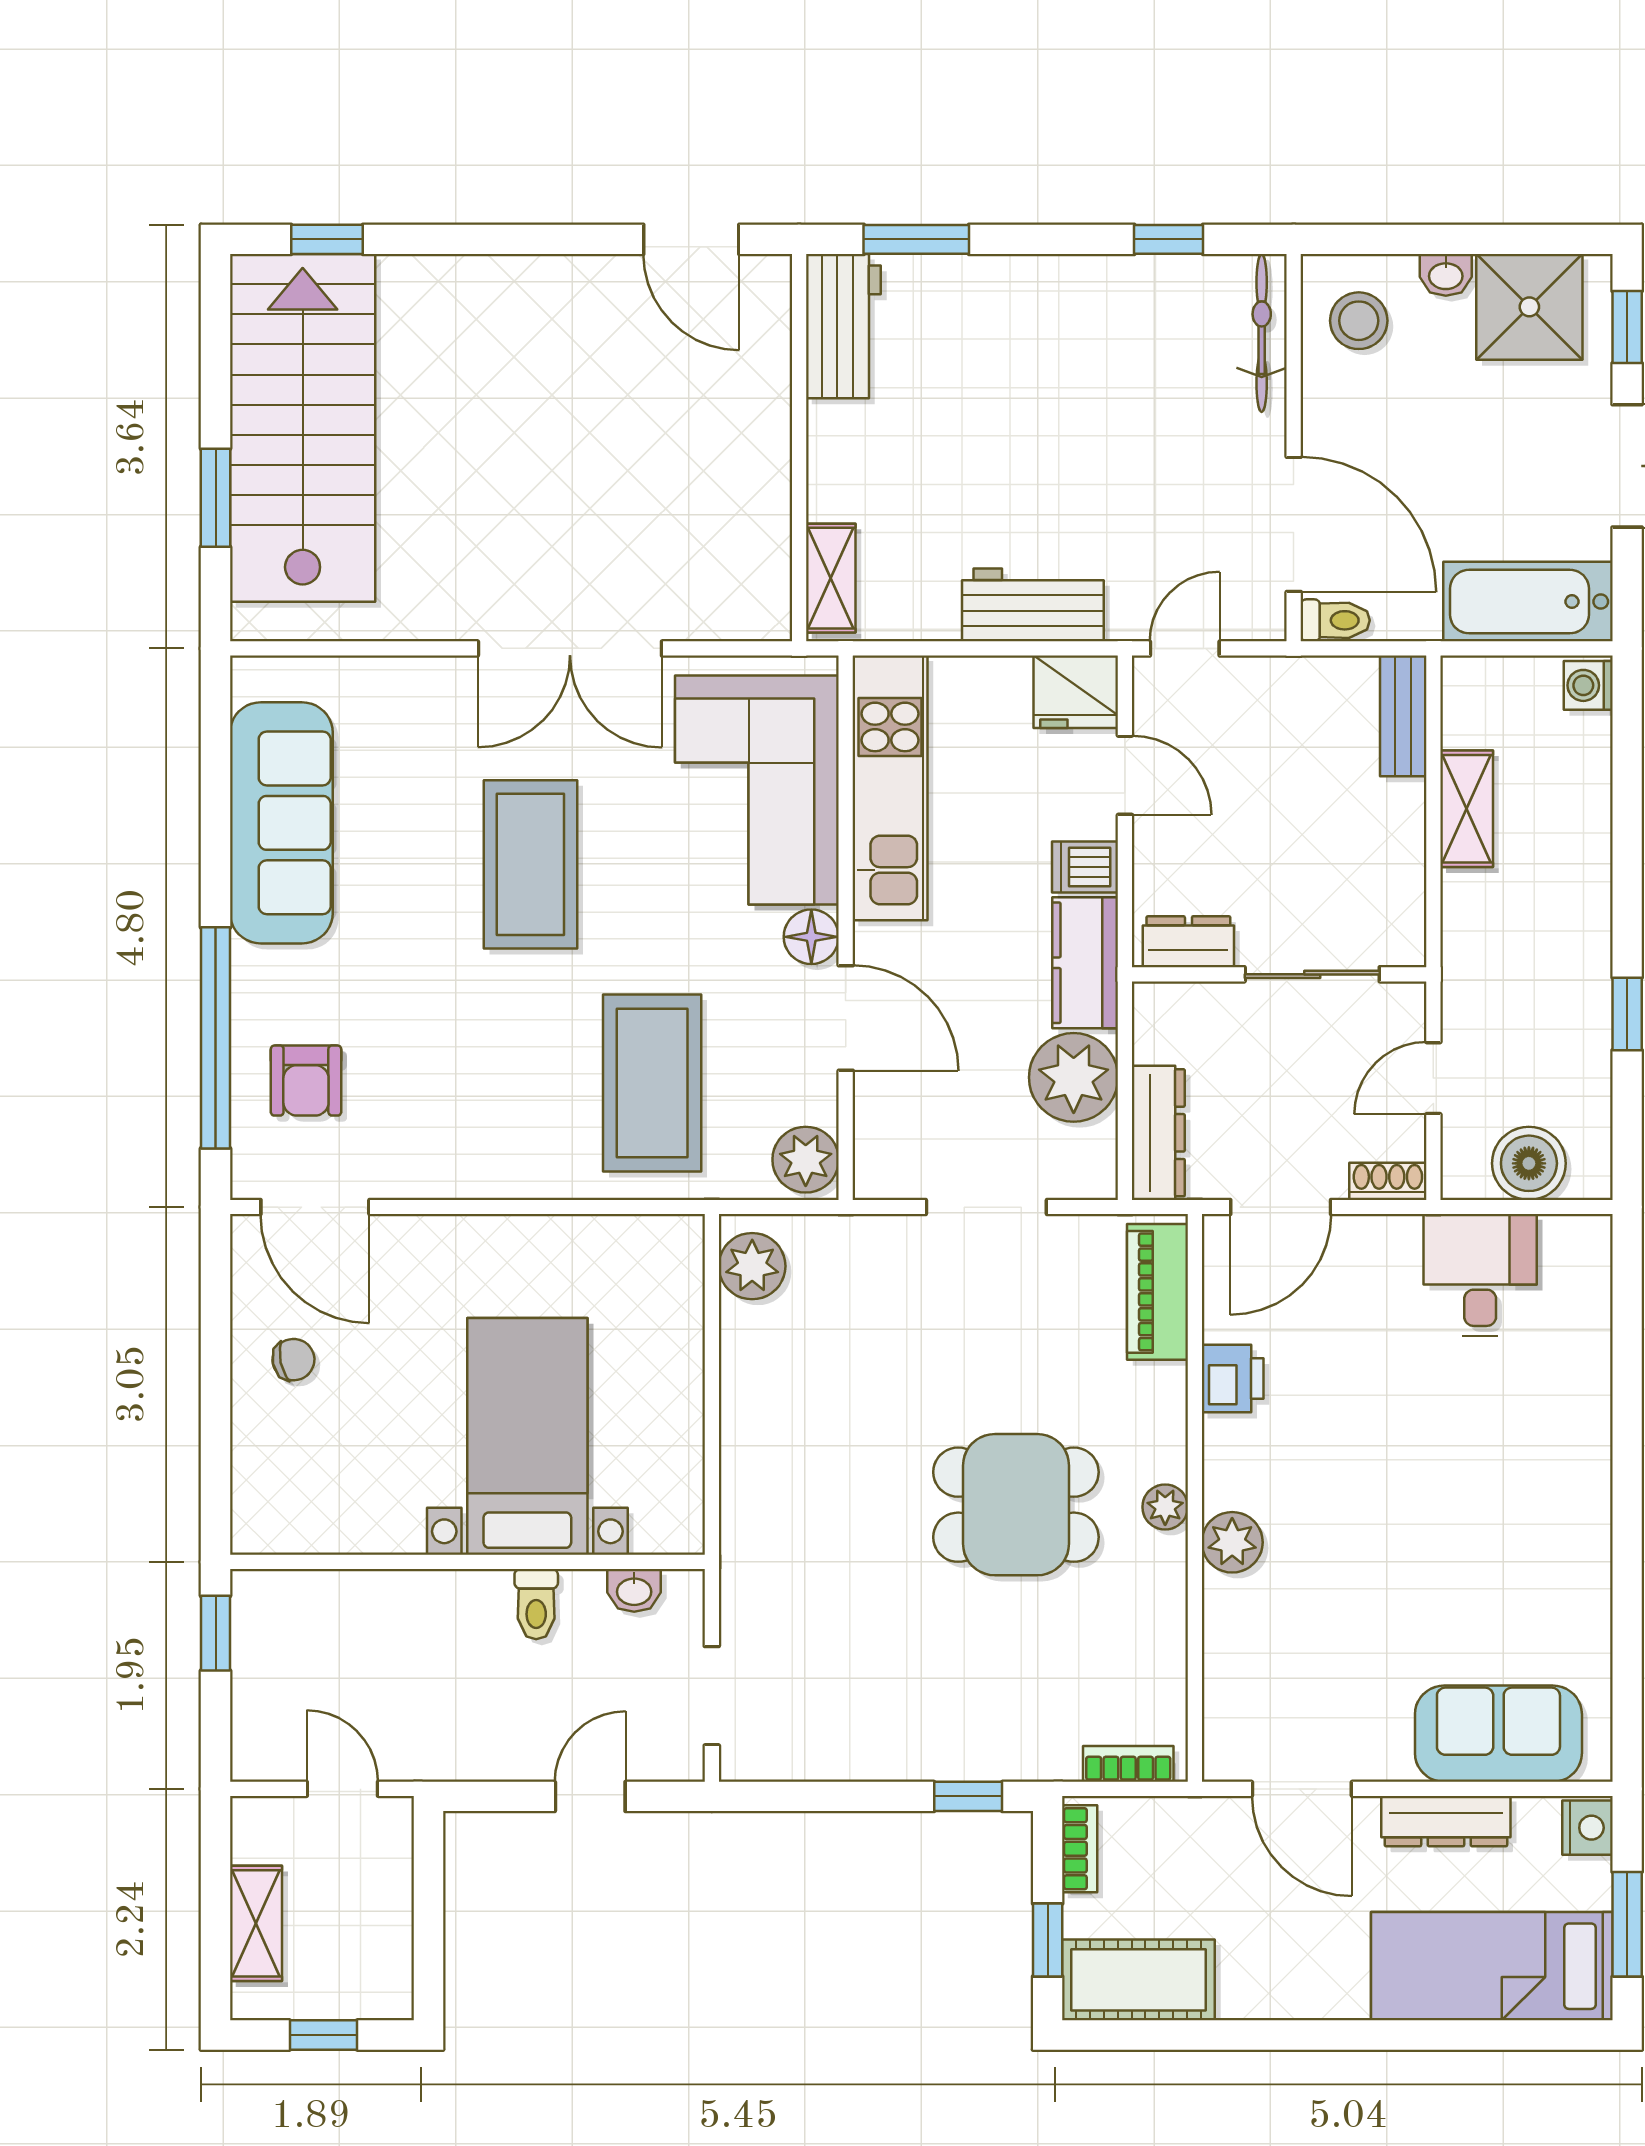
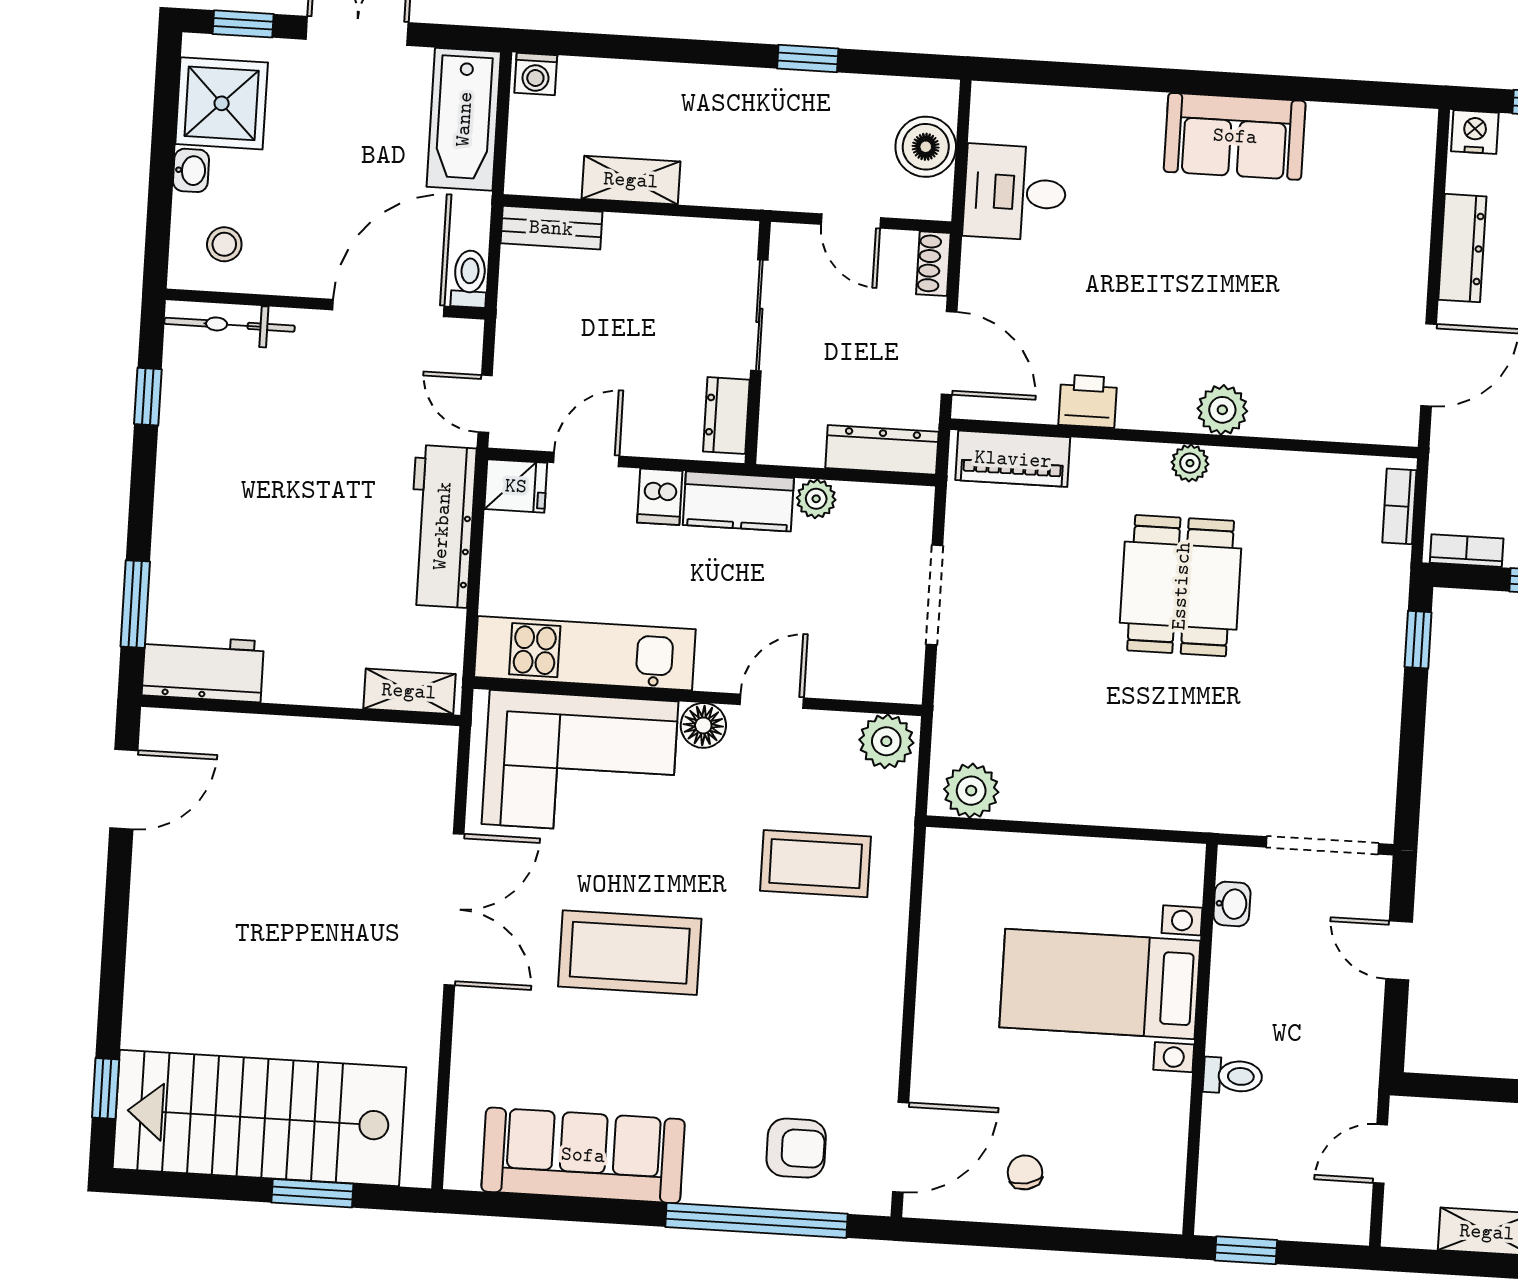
stool: (1359, 321) -> (224, 244), width x0.73, depth x0.73
workbench: (1033, 605) -> (442, 526), width x1.38
fridge: (1076, 692) -> (516, 486), width x0.72
door: (846, 1018) -> (772, 701), width x0.73
plant: (1074, 1077) -> (816, 499), width x0.53, depth x0.53
coffee table: (652, 1083) -> (816, 864), width x0.73, depth x0.76
toilet: (536, 1604) -> (1233, 1076), moved
doorway: (712, 1696) -> (1322, 845), width x1.38
sofa: (1498, 1734) -> (1235, 136), moved, turned -90

